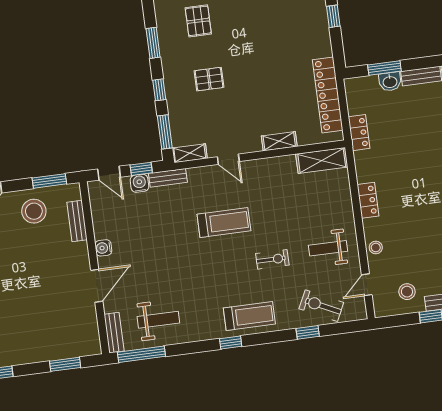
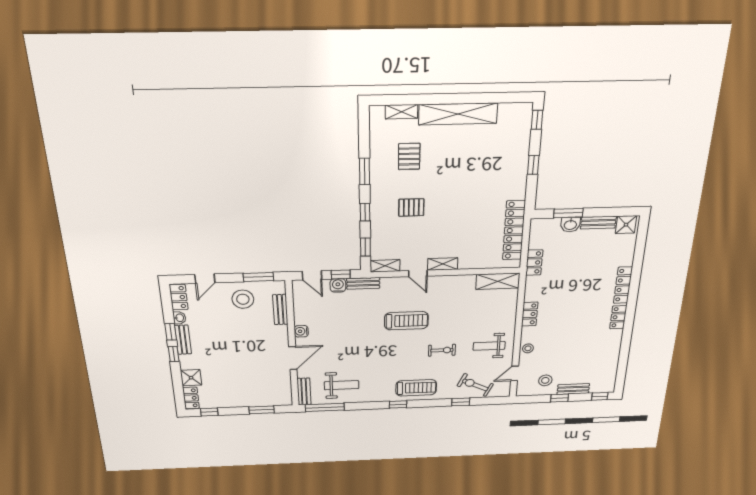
window: (165, 132) -> (365, 247), width x0.67
shelving: (279, 141) -> (443, 264), moved

